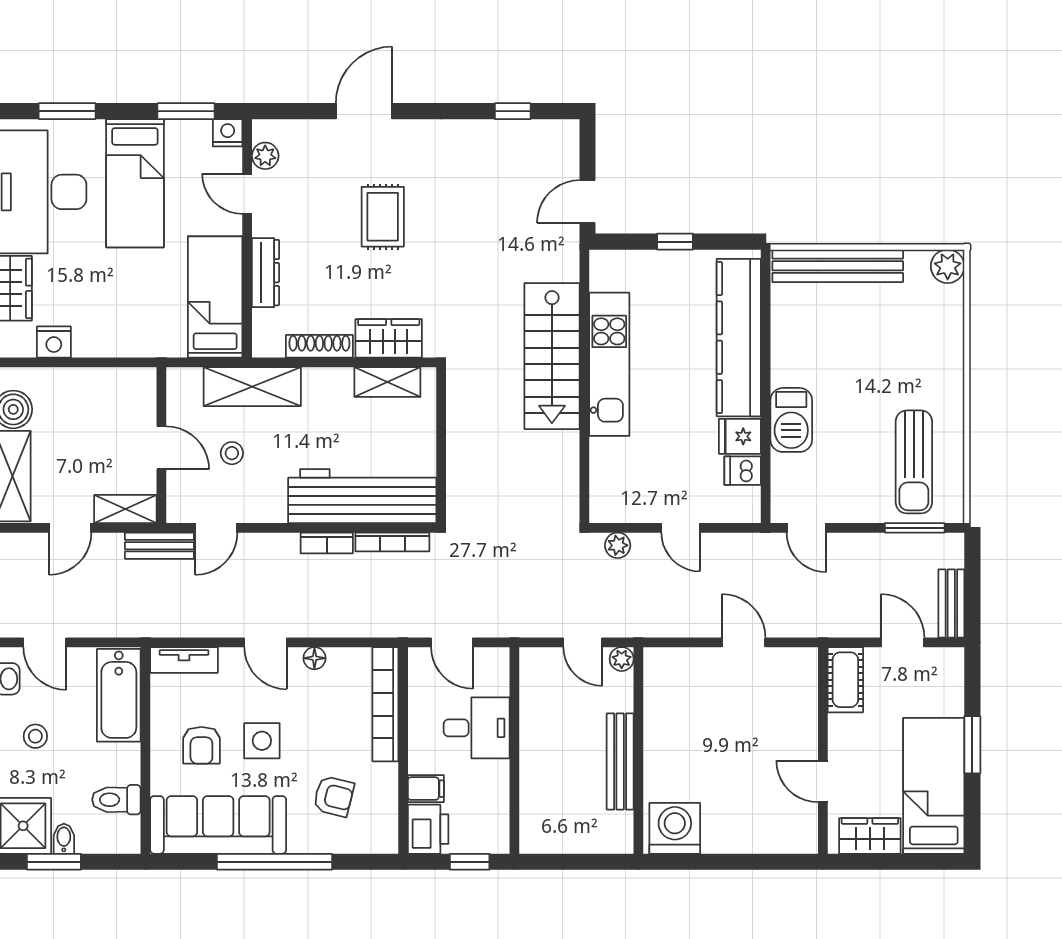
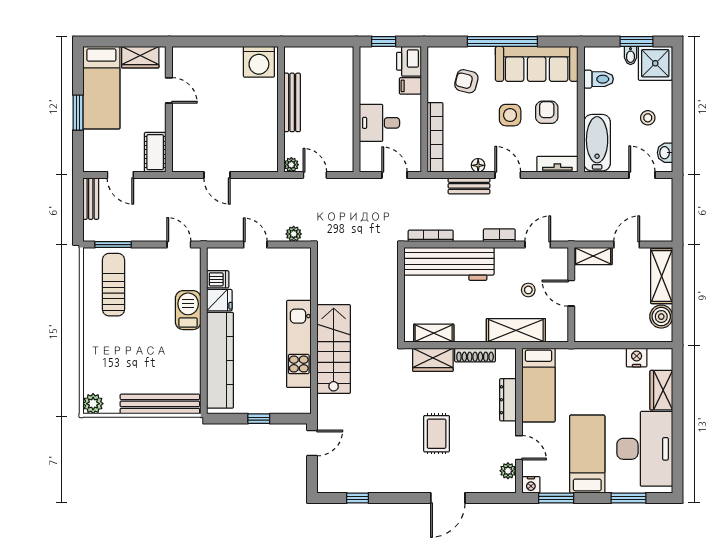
bookcase: (327, 543) -> (499, 235), moved
bench: (159, 546) -> (469, 186), moved

